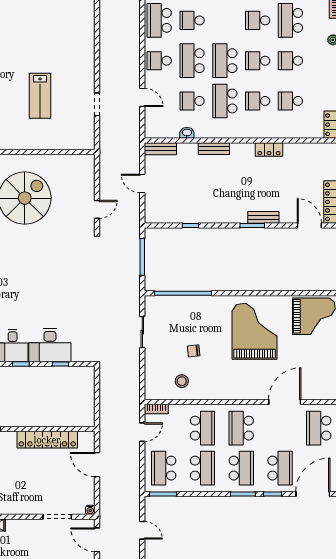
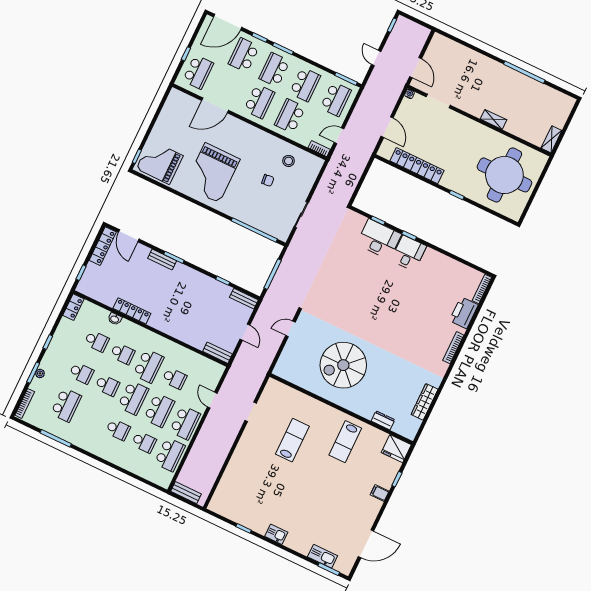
school desk: (258, 20) -> (118, 430), moved
school desk: (159, 61) -> (185, 423), width x1.85
washbasin: (187, 133) -> (115, 319), moved
bench: (214, 149) -> (244, 299), moved
locker: (269, 150) -> (132, 311), width x1.53
school desk: (202, 468) -> (305, 84), turned 180

